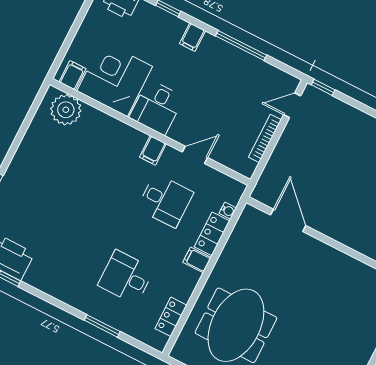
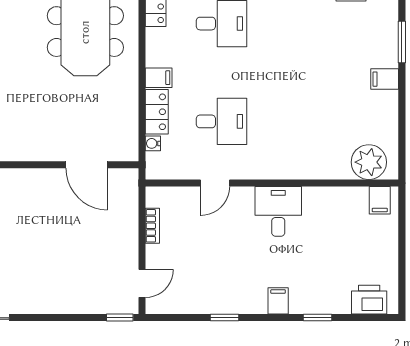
window: (241, 45) -> (225, 318), width x0.46
corner desk: (115, 79) -> (335, 219), removed
bookcase: (265, 138) -> (152, 226), width x0.64
filing cabinet: (153, 150) -> (385, 79), moved, turned -90
desk: (165, 200) -> (221, 121), turned 180

